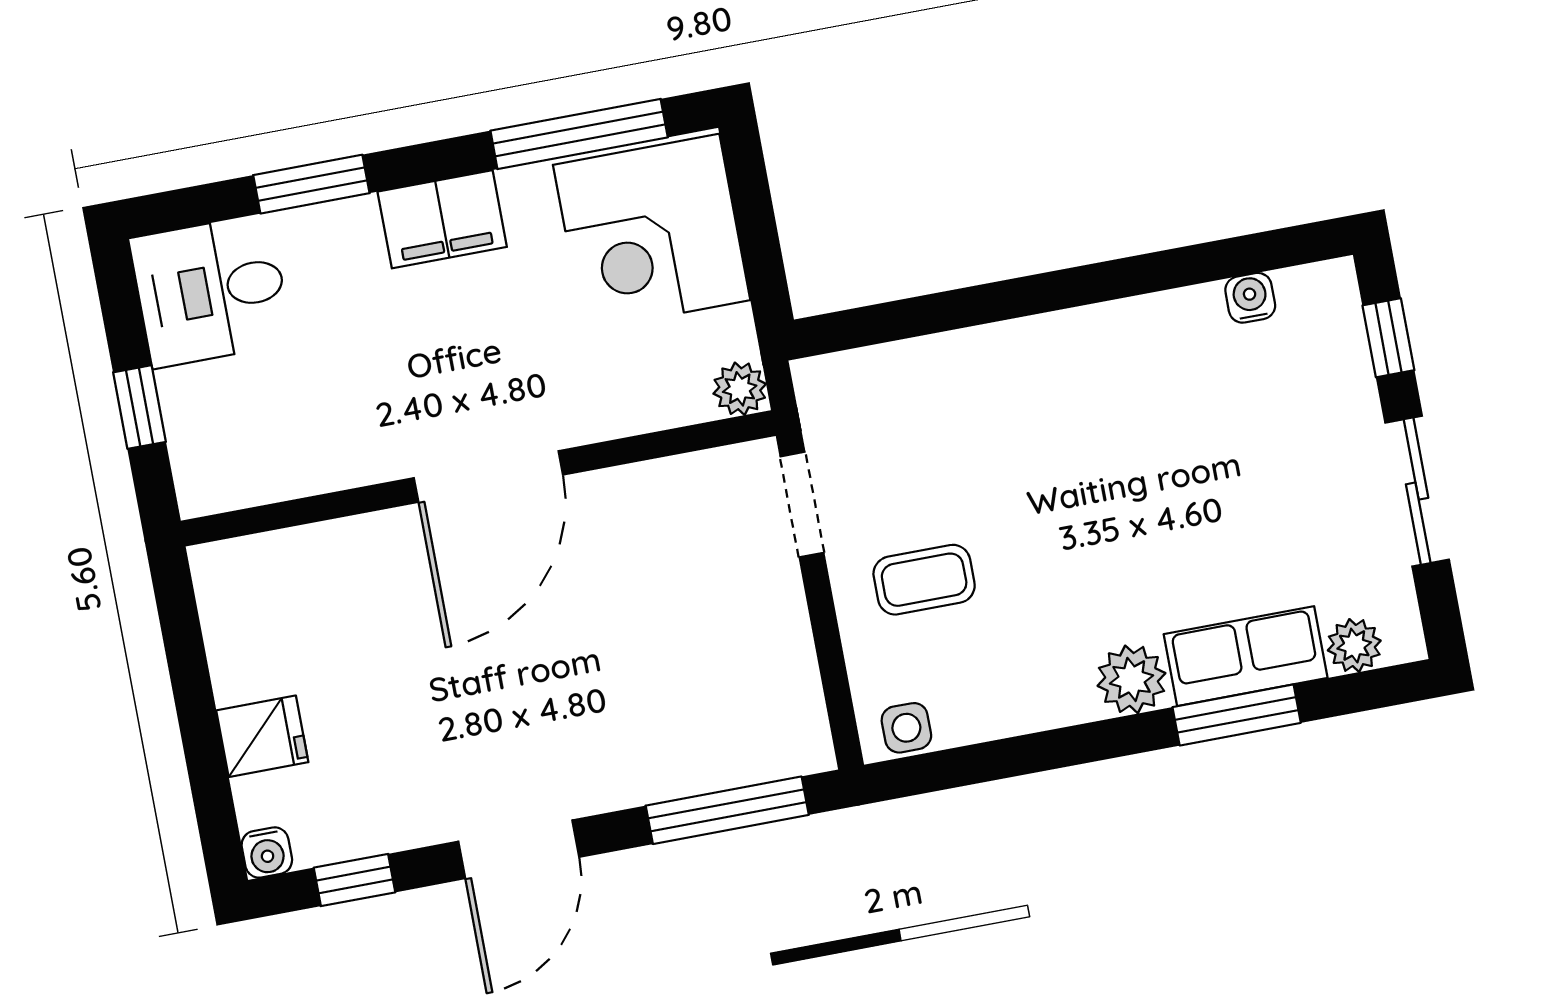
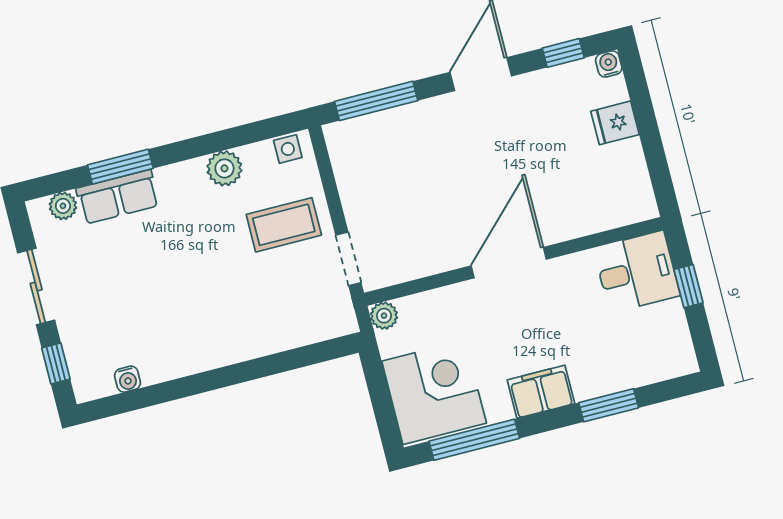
desk: (211, 291) -> (637, 272), moved
coffee table: (924, 580) -> (284, 225), width x1.36, depth x1.30
plant: (1132, 679) -> (224, 168), moved

